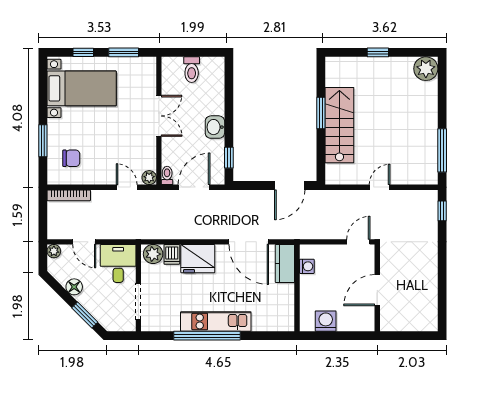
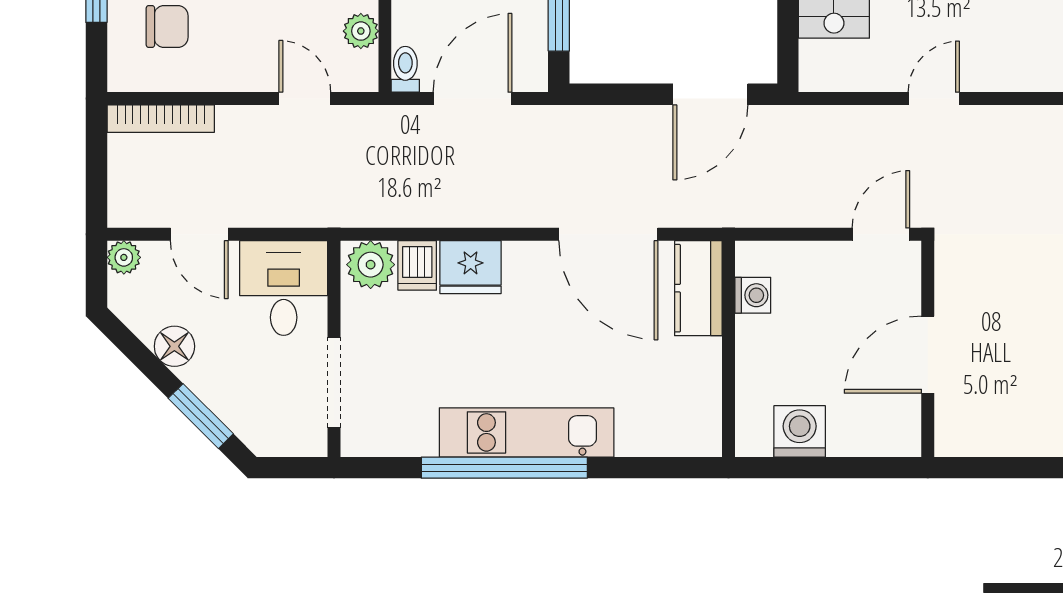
plant: (149, 178) -> (361, 31), moved
fridge: (198, 259) -> (471, 267), width x0.73, depth x0.75

